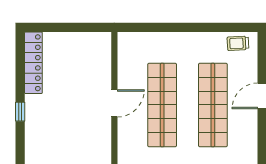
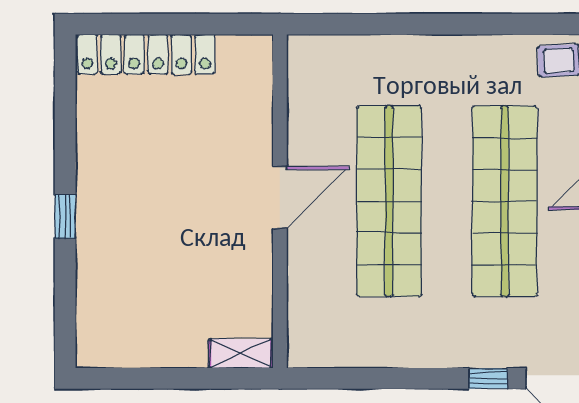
locker: (33, 63) -> (146, 54), moved, turned 90

